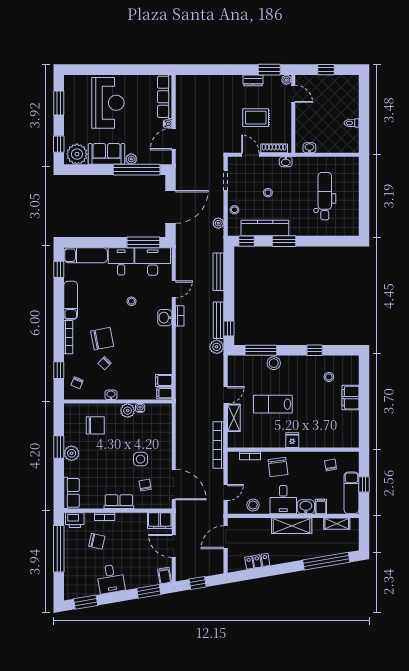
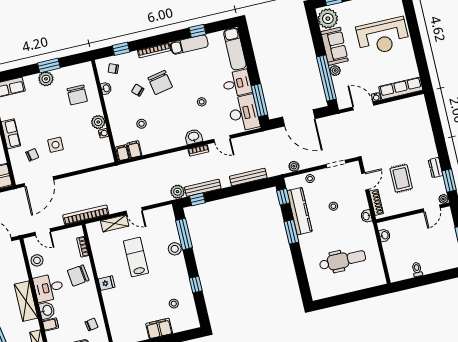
window: (59, 269) -> (198, 31), moved
stool: (139, 367) -> (142, 124), added
washbasin: (111, 395) -> (106, 88), moved

